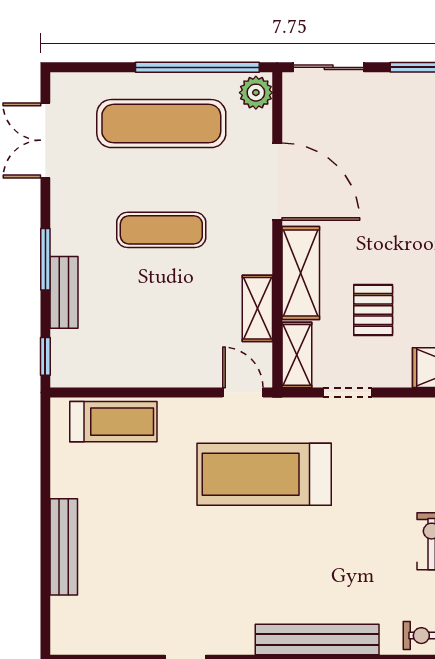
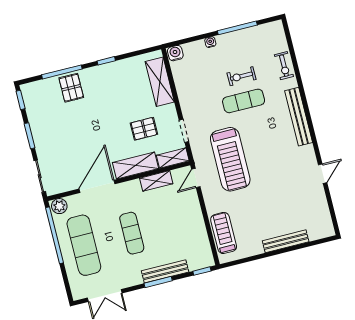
bench: (64, 292) -> (165, 271), width x1.36
exercise mat: (379, 533) -> (244, 101), added

